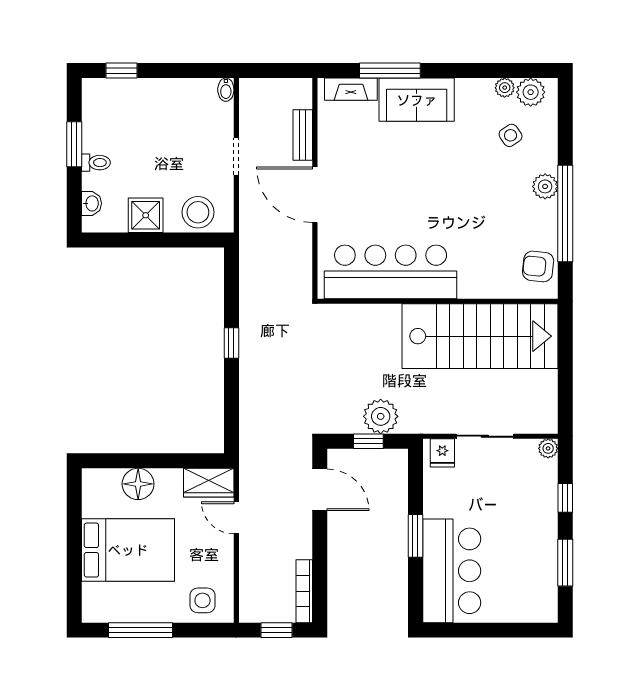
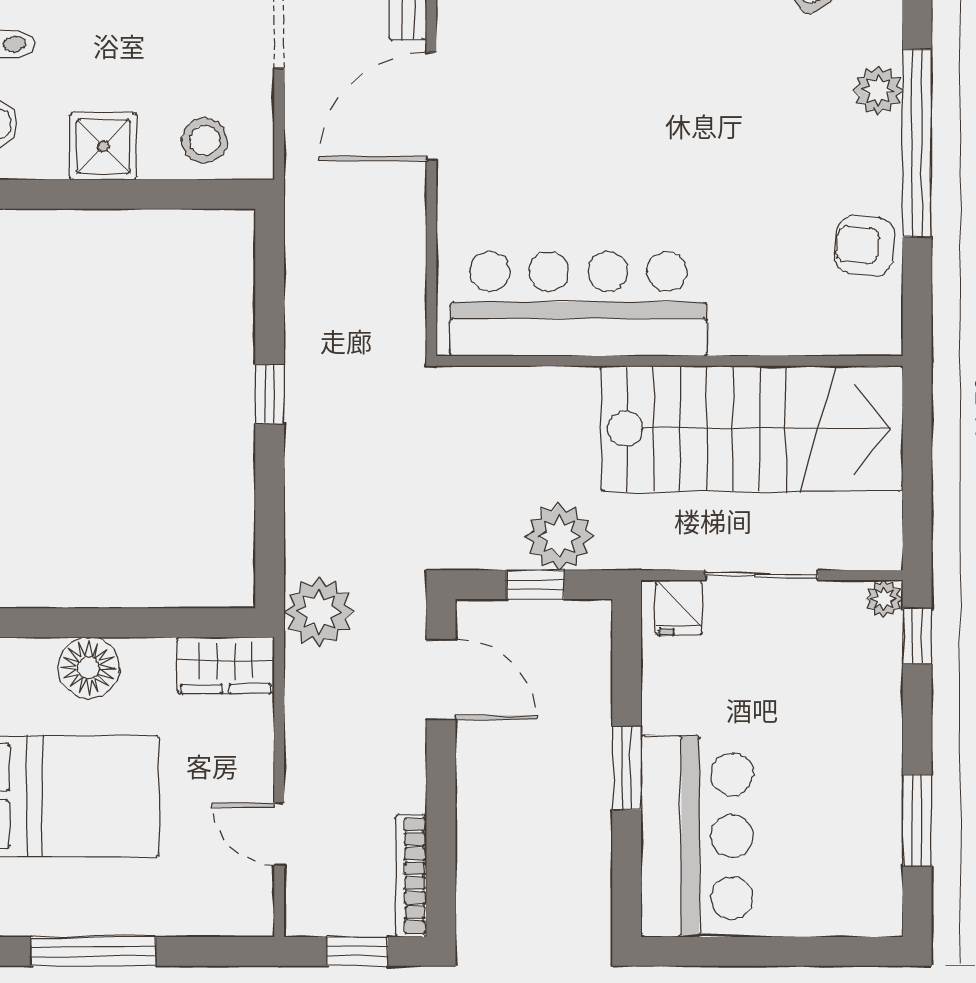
door: (315, 195) -> (431, 107), hinge flipped
stool: (198, 212) -> (205, 141), width x0.73, depth x0.73
bar counter: (391, 272) -> (578, 304), moved
wall: (438, 301) -> (670, 361), moved
stairs: (480, 336) -> (752, 429), moved
plant: (257, 455) -> (319, 612), added
window: (565, 498) -> (917, 636), moved
door: (236, 518) -> (279, 834), moved
side table: (202, 600) -> (214, 894), removed

